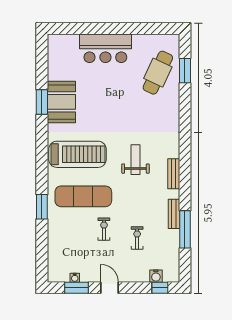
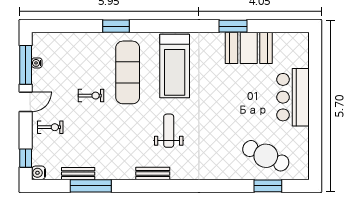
booth: (61, 102) -> (249, 48), moved
weight bench: (135, 160) -> (169, 131), turned -90
bench: (174, 214) -> (78, 174), moved
exercise bike: (137, 238) -> (50, 127), moved
water cooler: (156, 276) -> (39, 173), moved
window: (76, 288) -> (26, 65), width x1.44

